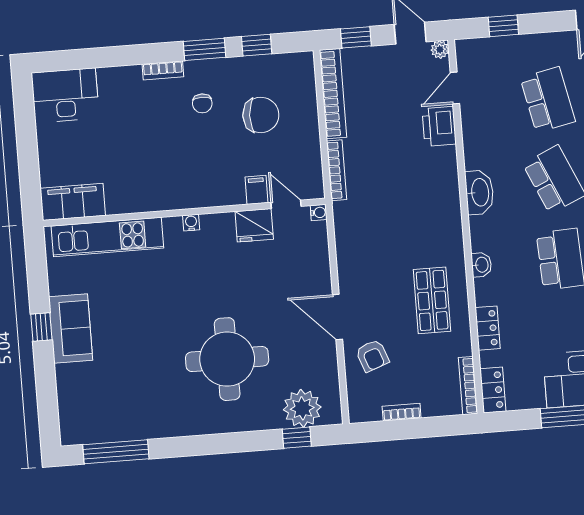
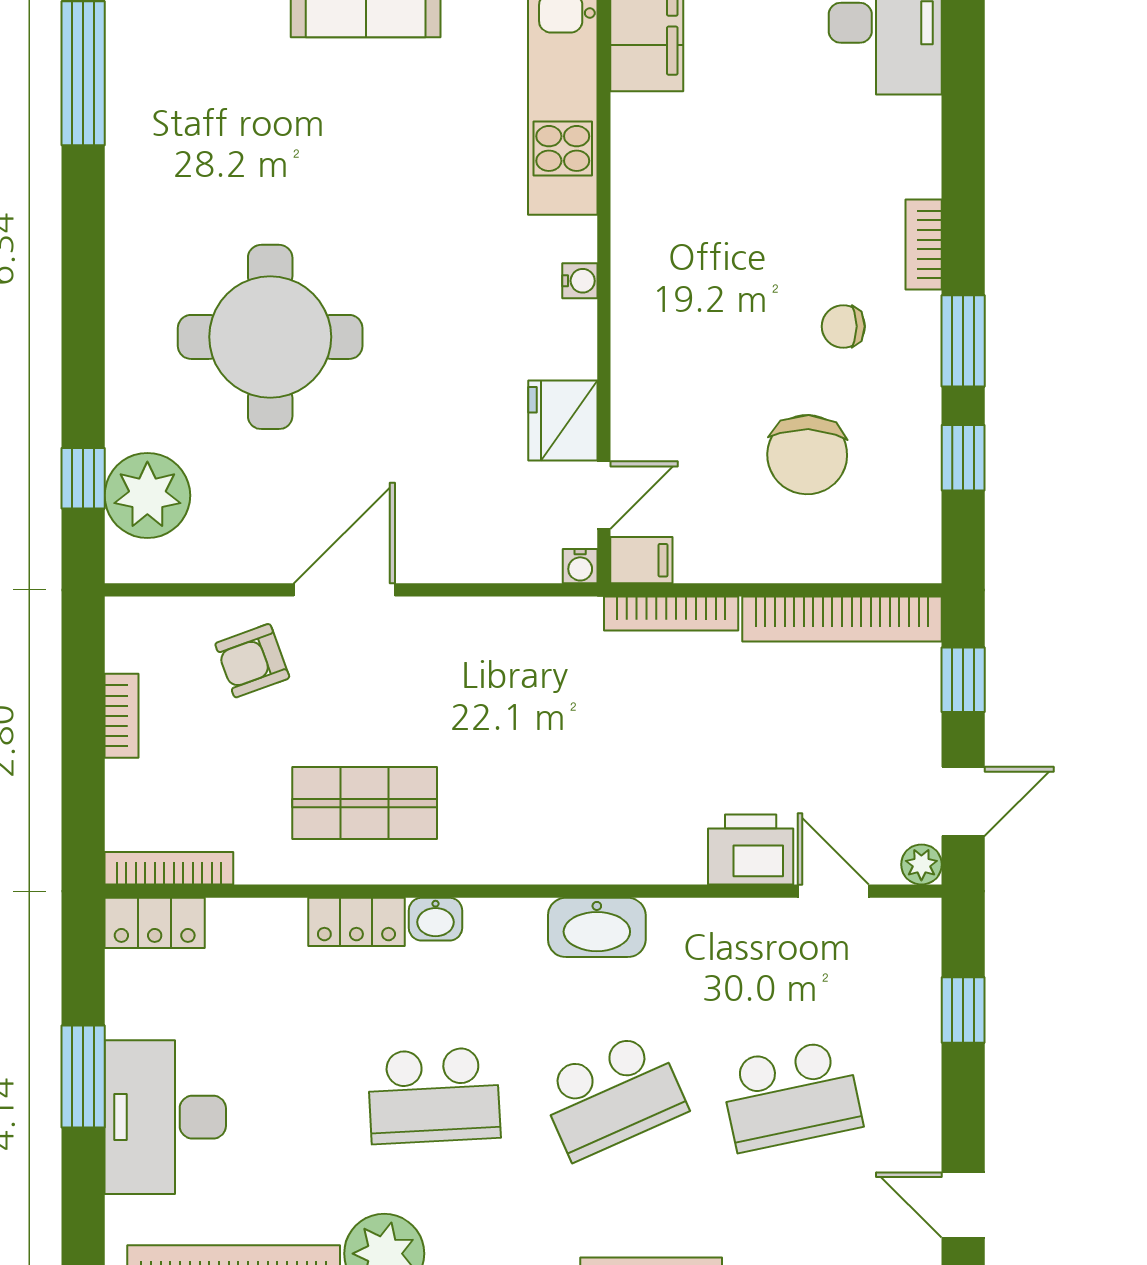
filing cabinet: (256, 190) -> (641, 560), moved
locker: (488, 328) -> (356, 922), moved

